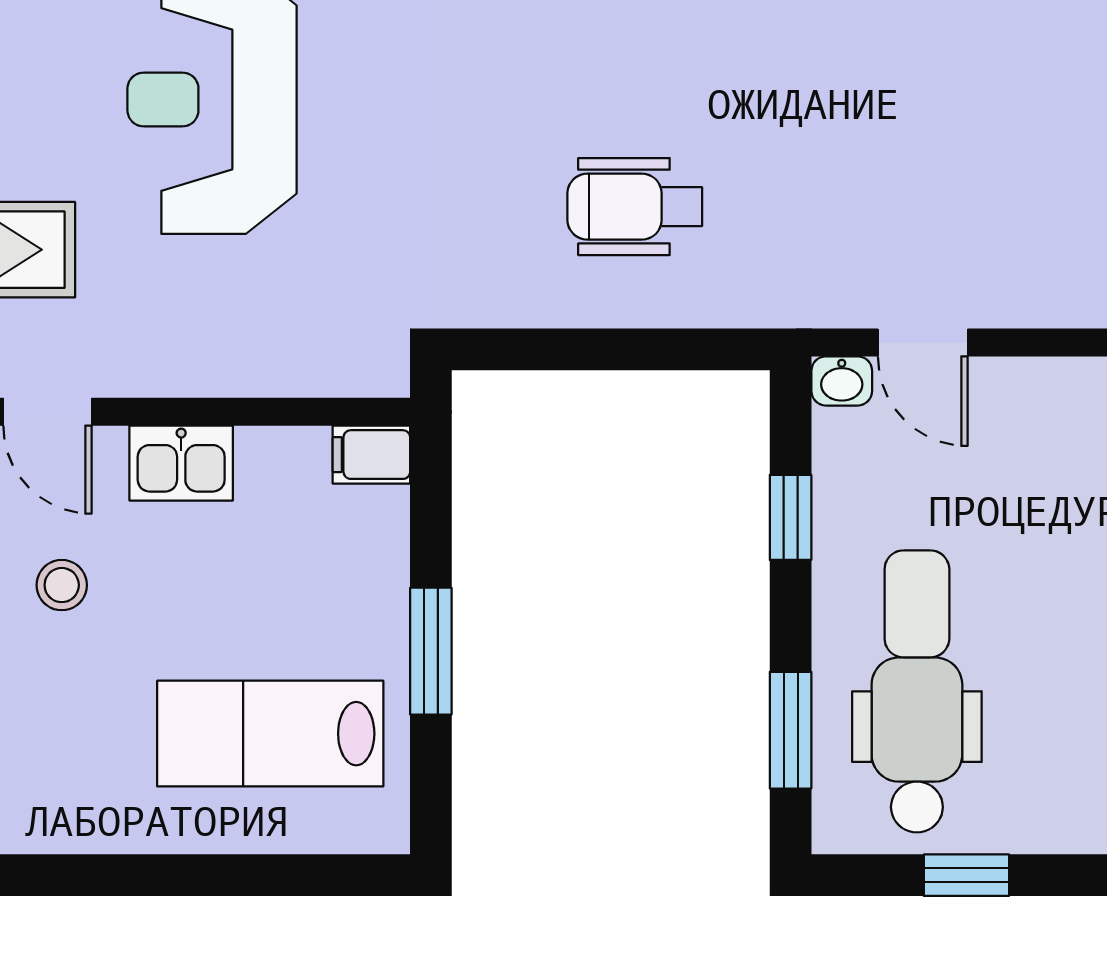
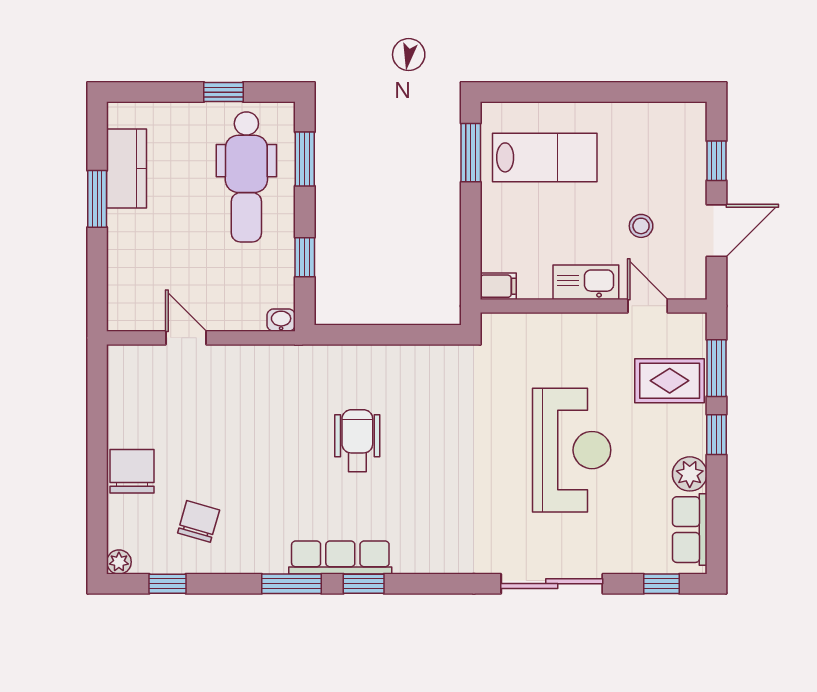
wheelchair: (635, 207) -> (357, 441), moved, turned -90
door: (923, 343) -> (186, 338), moved
kitchen sink: (181, 463) -> (586, 282), width x1.38
window: (431, 651) -> (471, 153), moved

